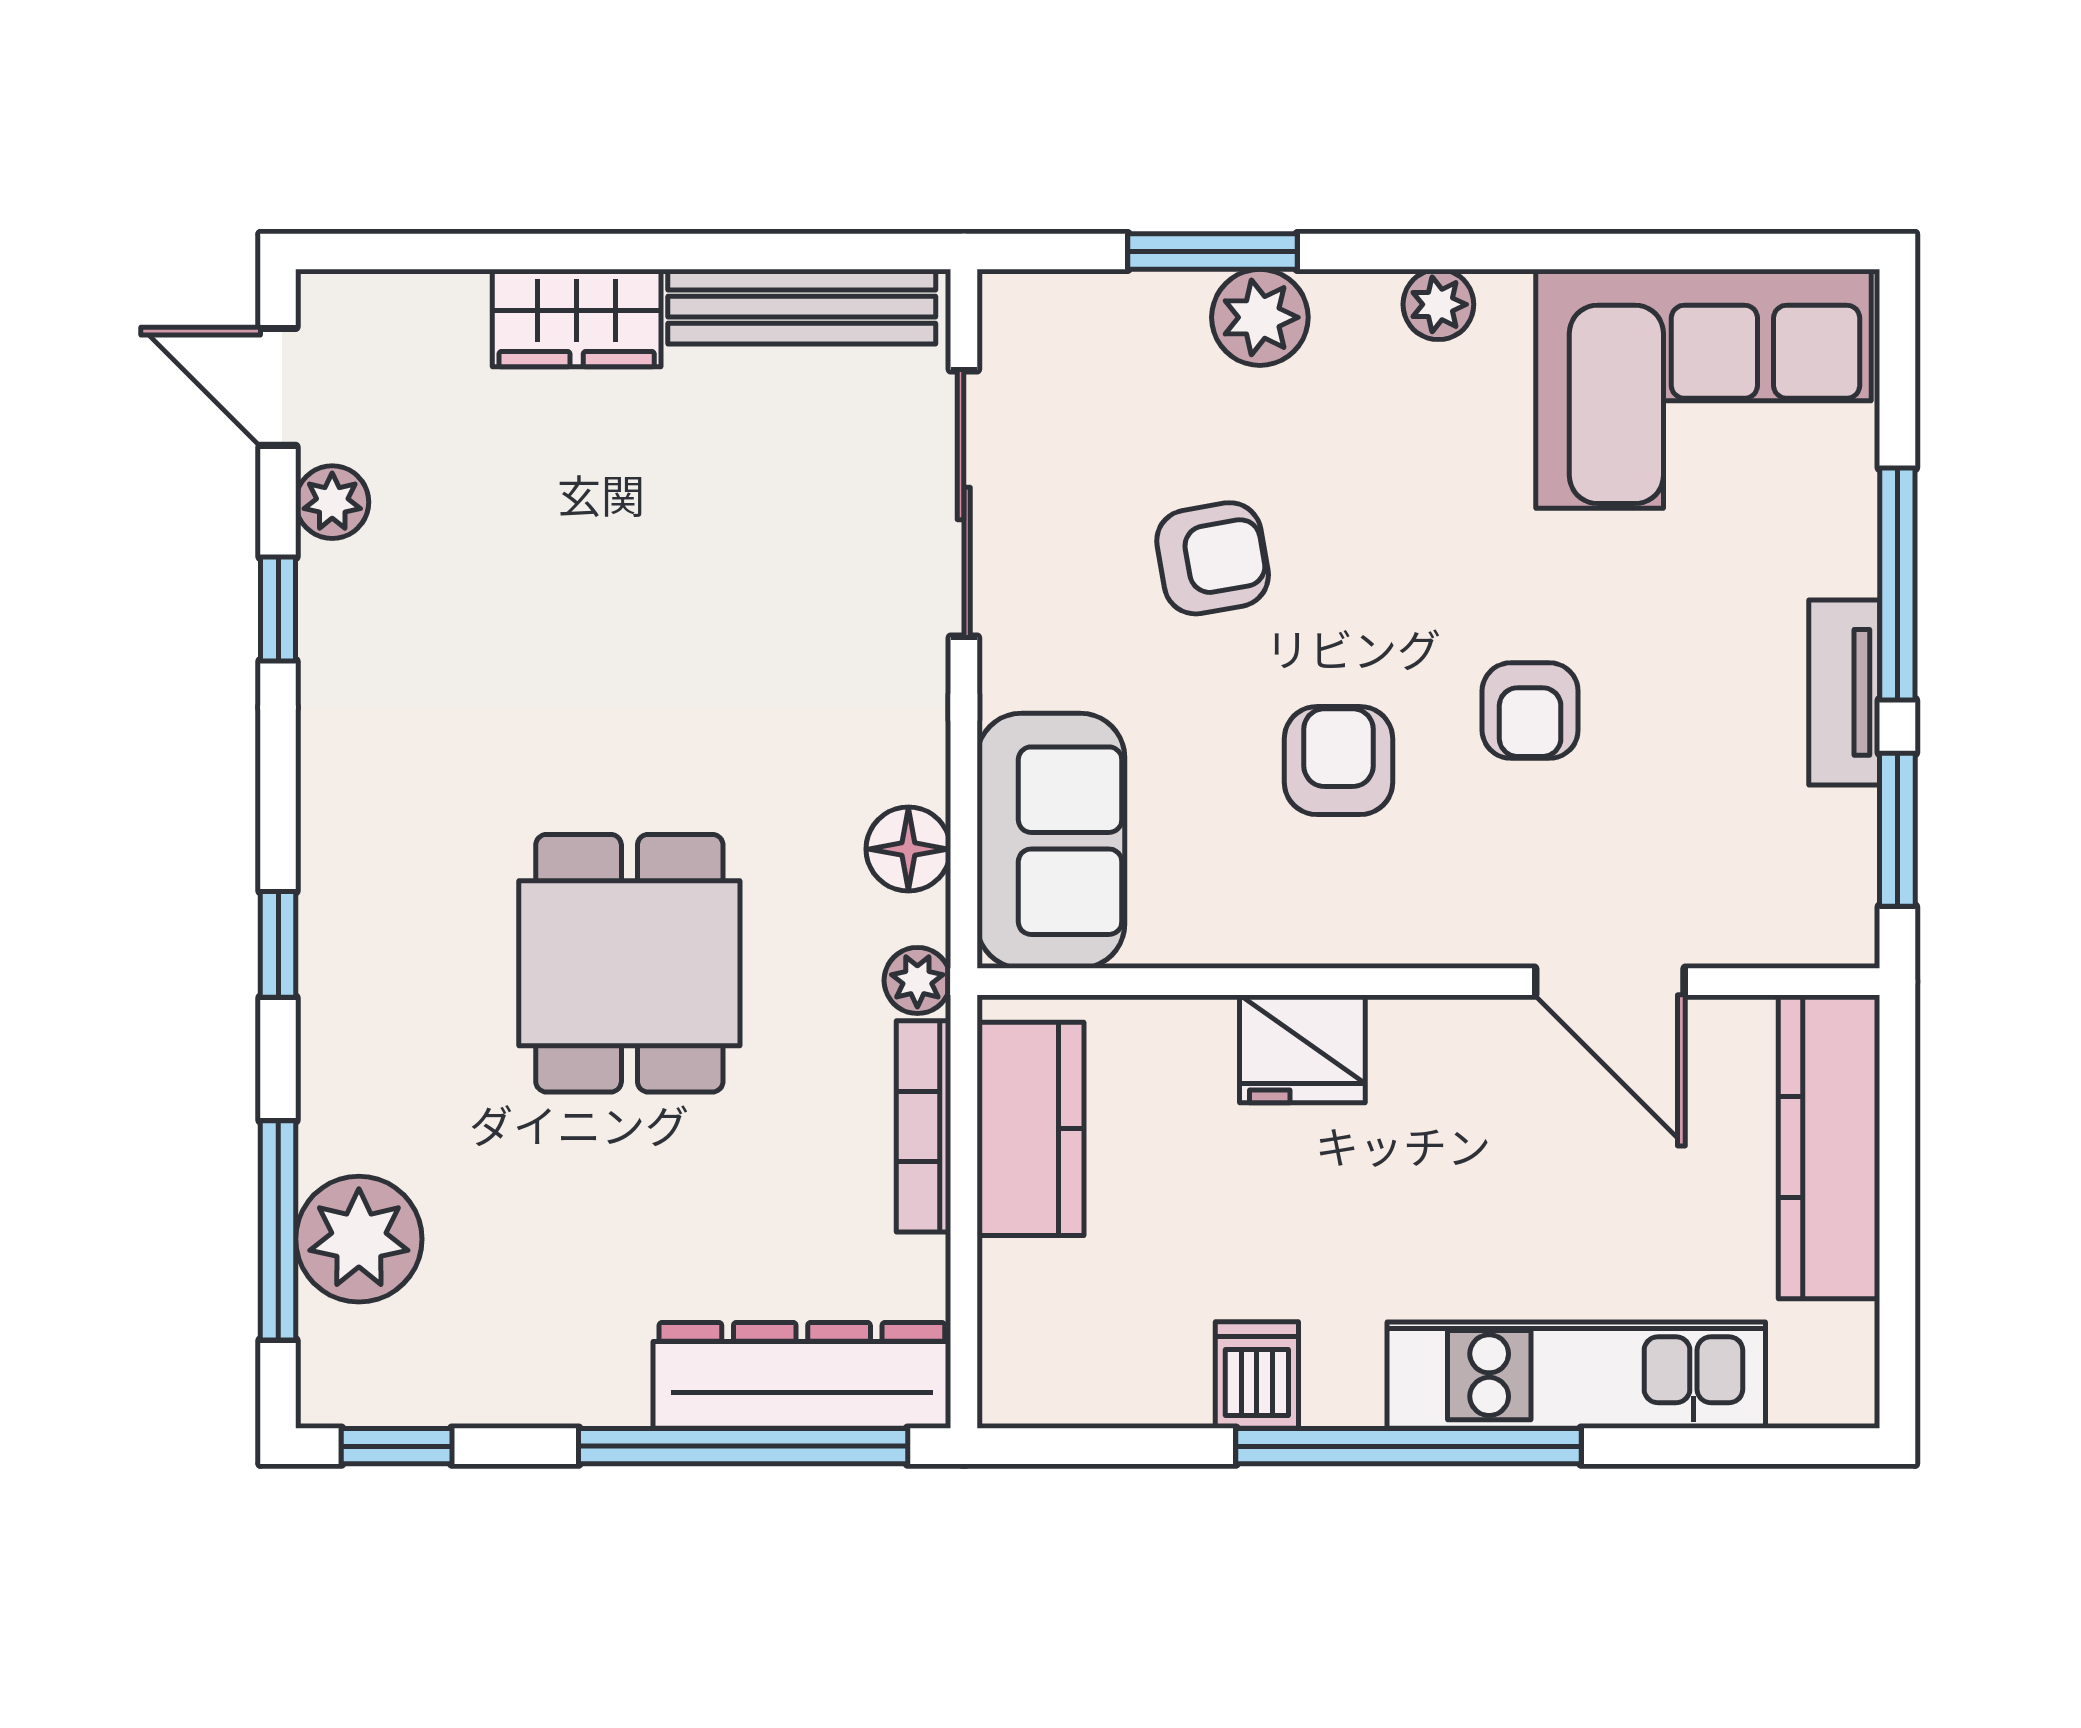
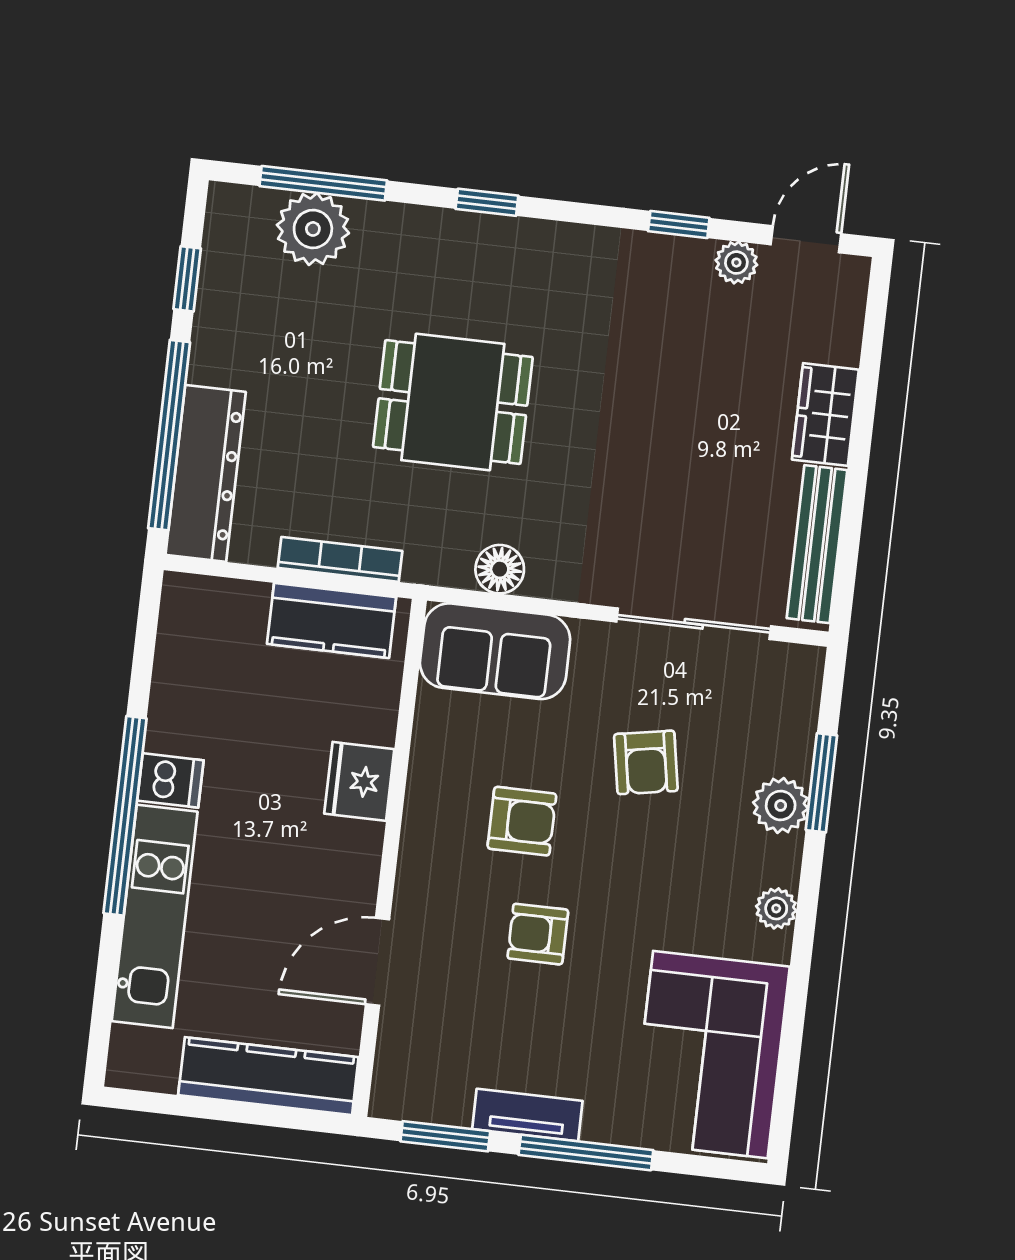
plant: (917, 980) -> (424, 566), removed
dishwasher: (1257, 1375) -> (170, 780), moved
window: (397, 1446) -> (187, 279), moved

